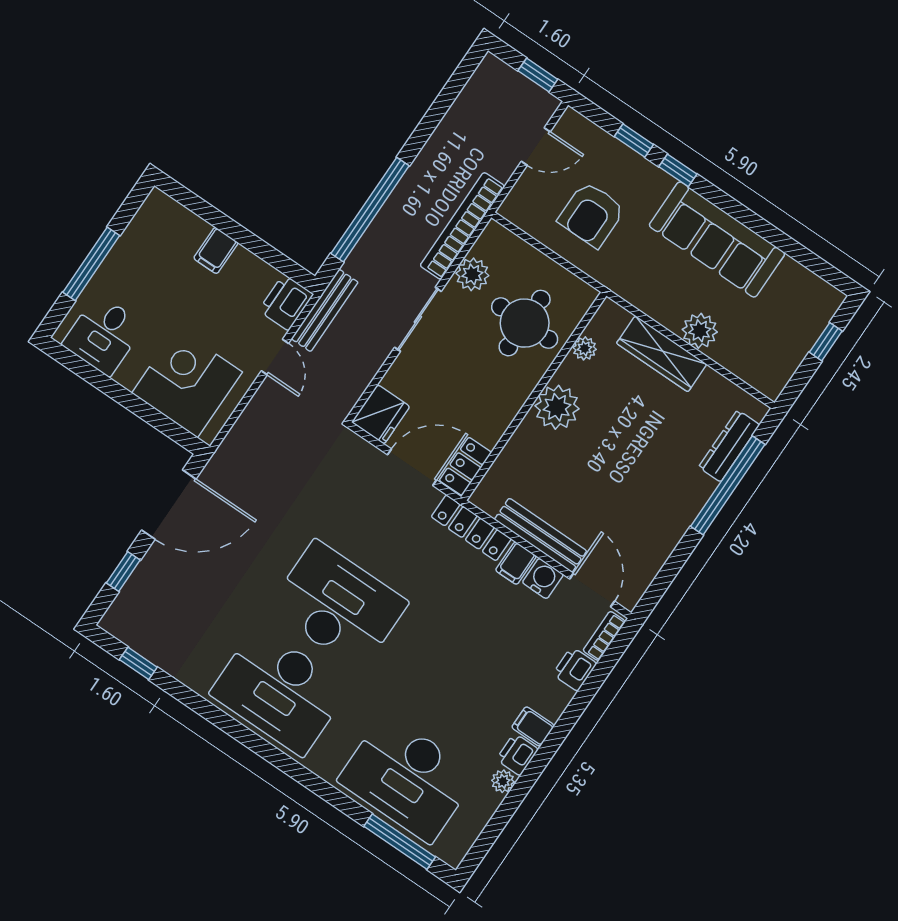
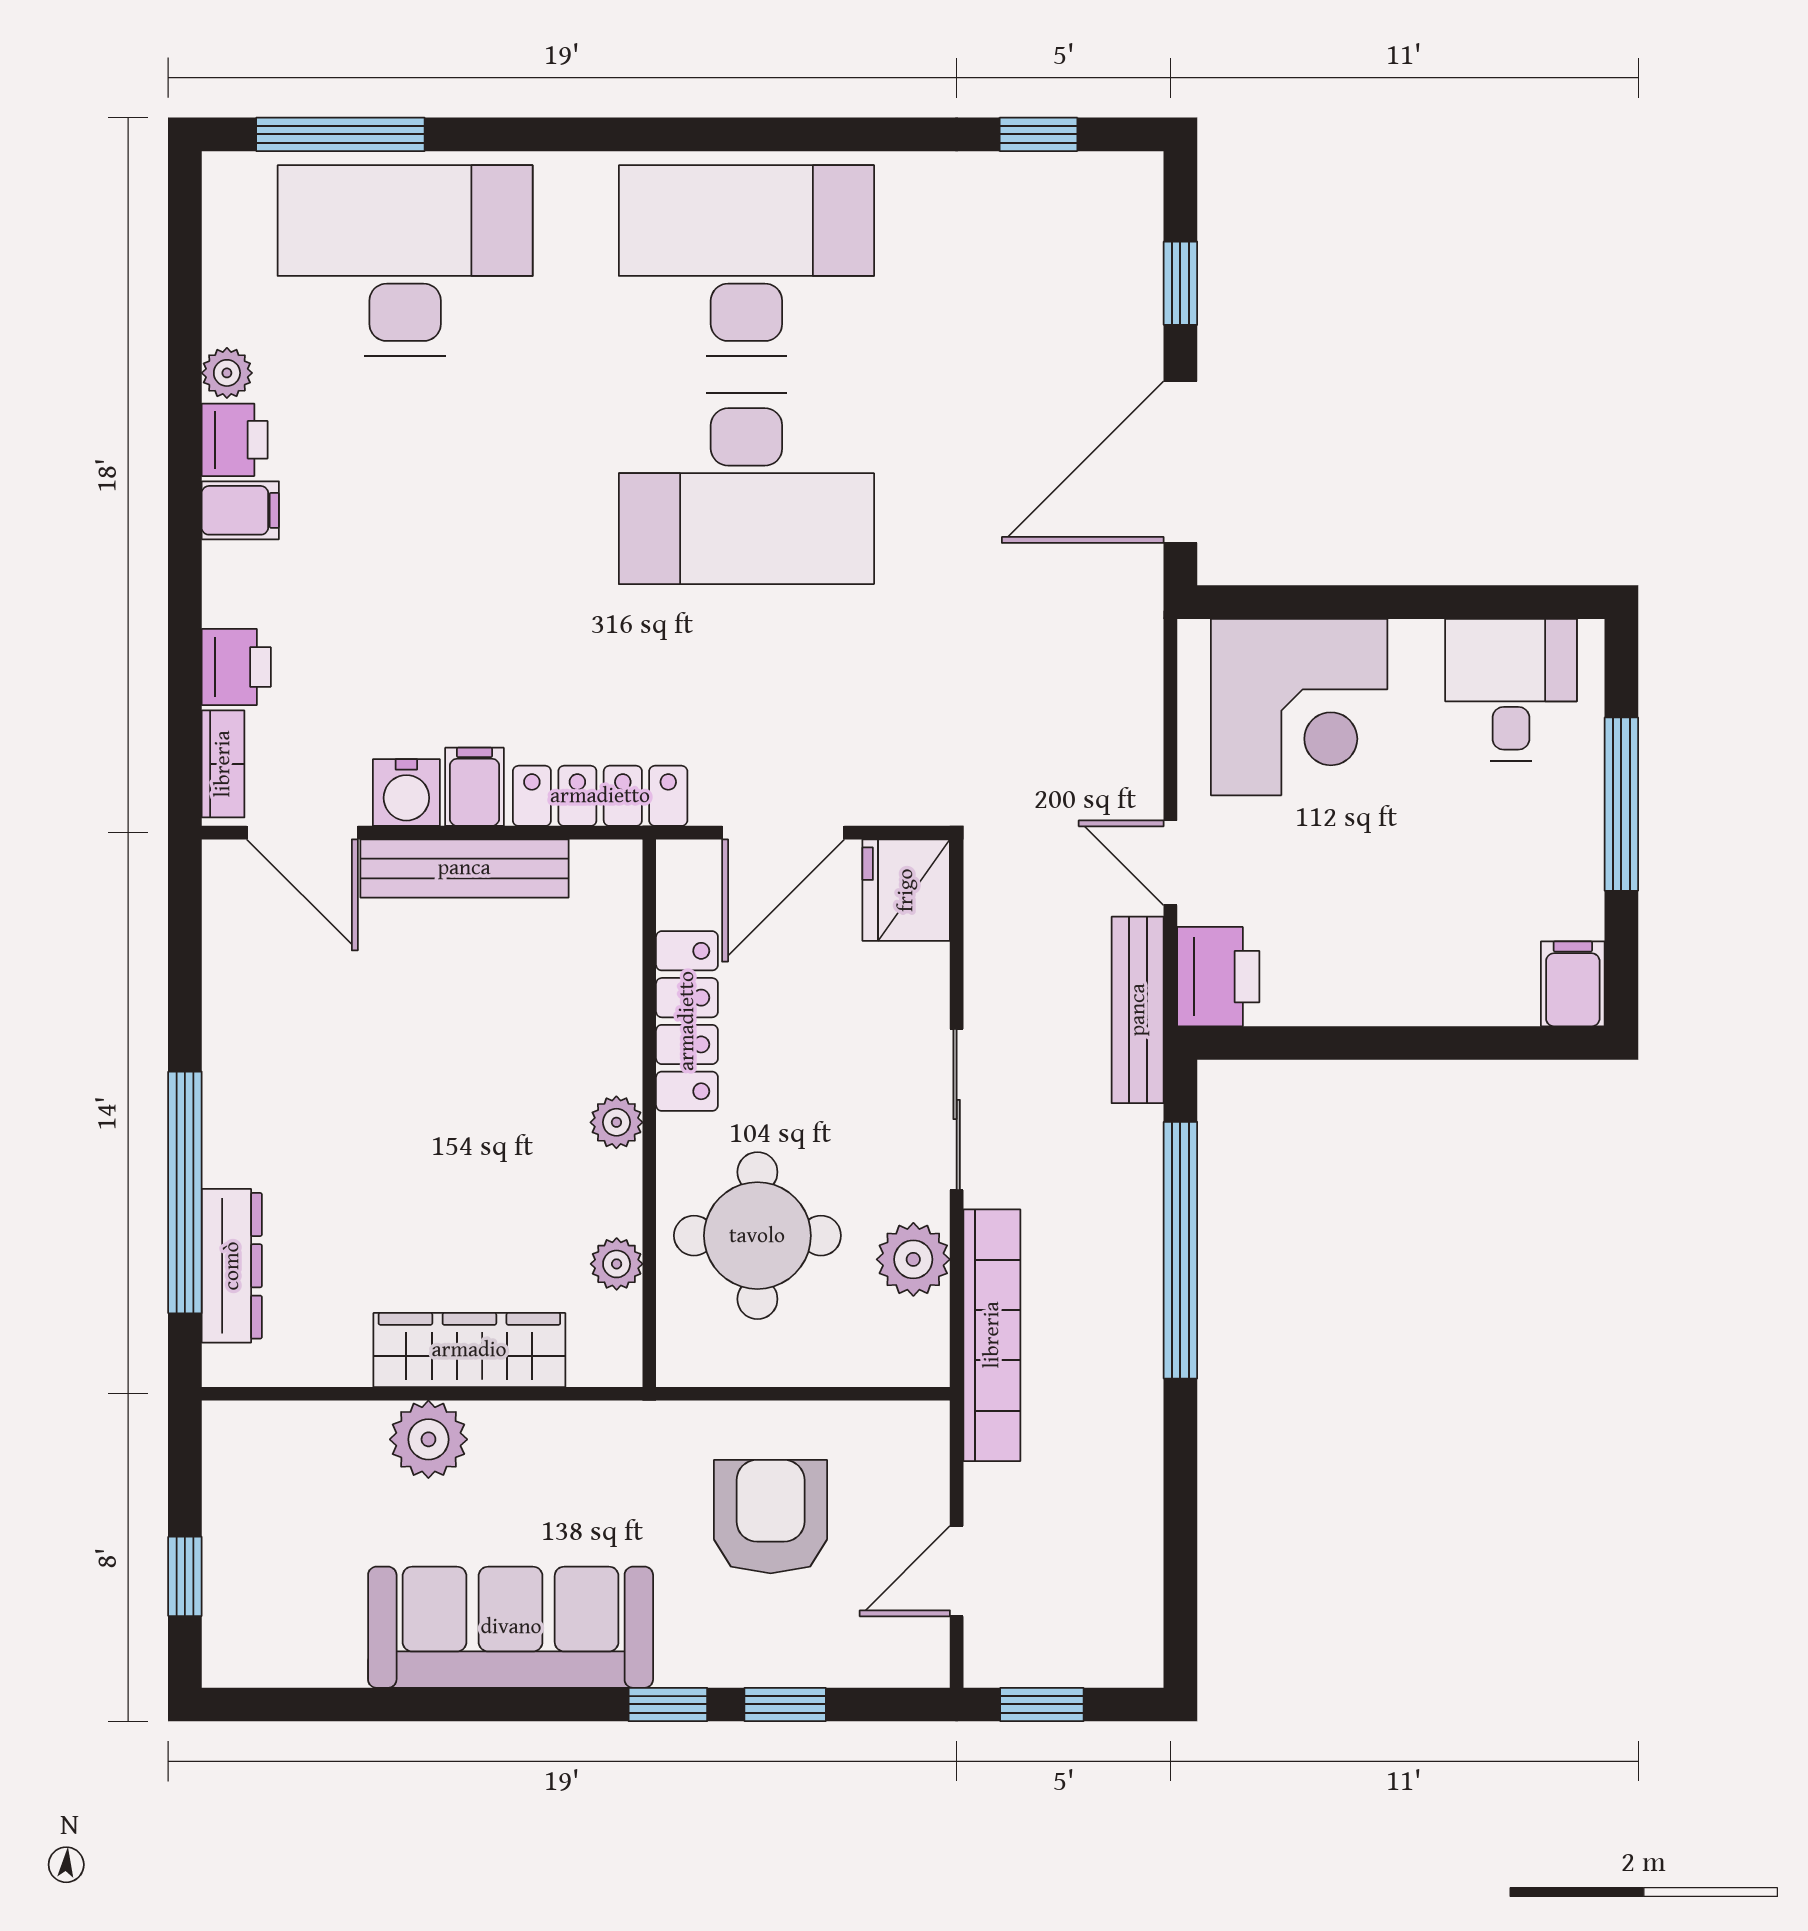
filing cabinet: (216, 250) -> (1573, 984), moved
plant: (557, 407) -> (616, 1122), width x0.53, depth x0.53
locker: (465, 466) -> (687, 1021), moved, width x1.53

